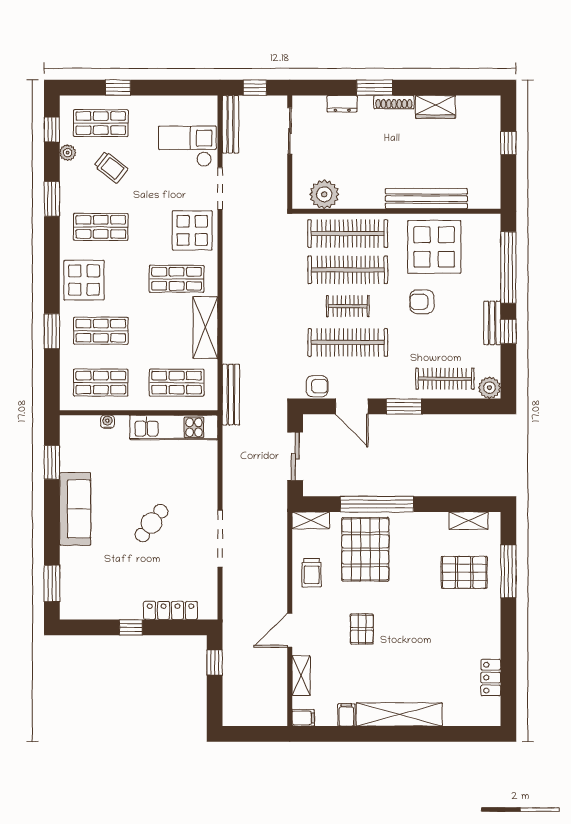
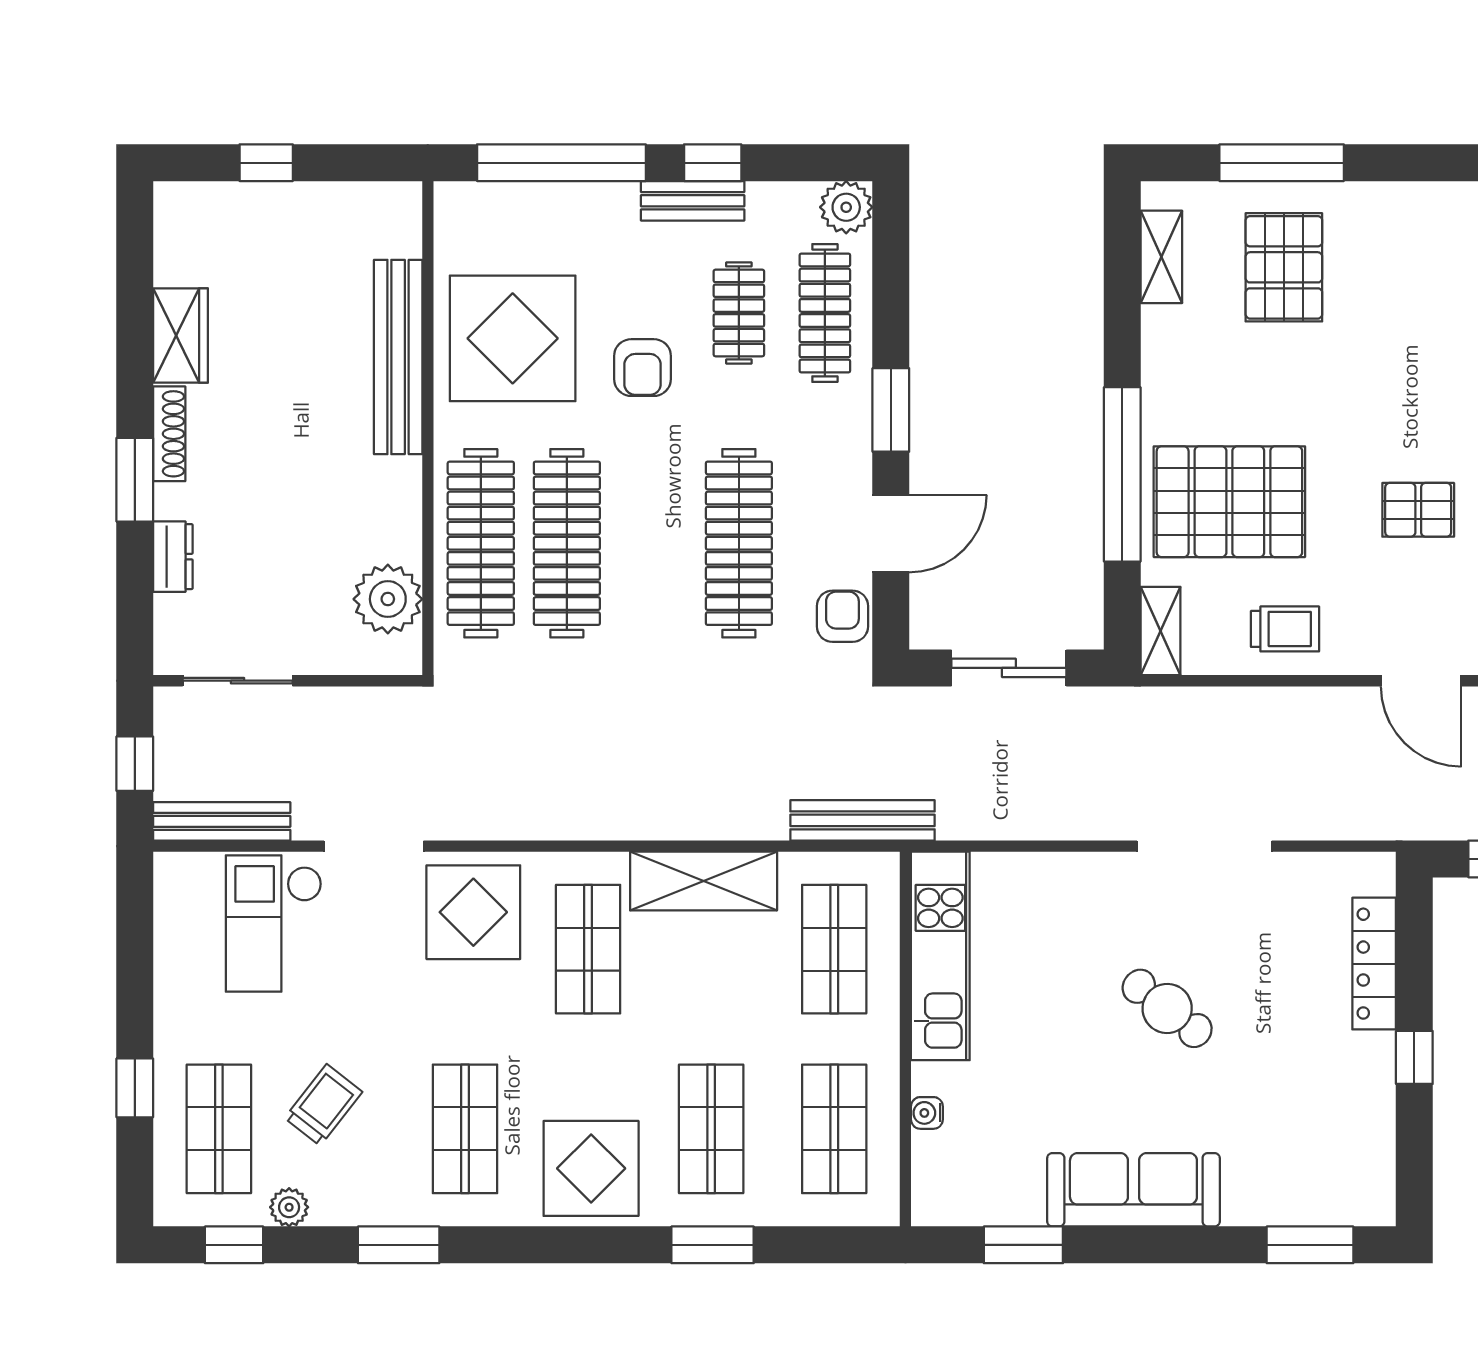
clothes rail: (348, 306) -> (739, 313), moved

